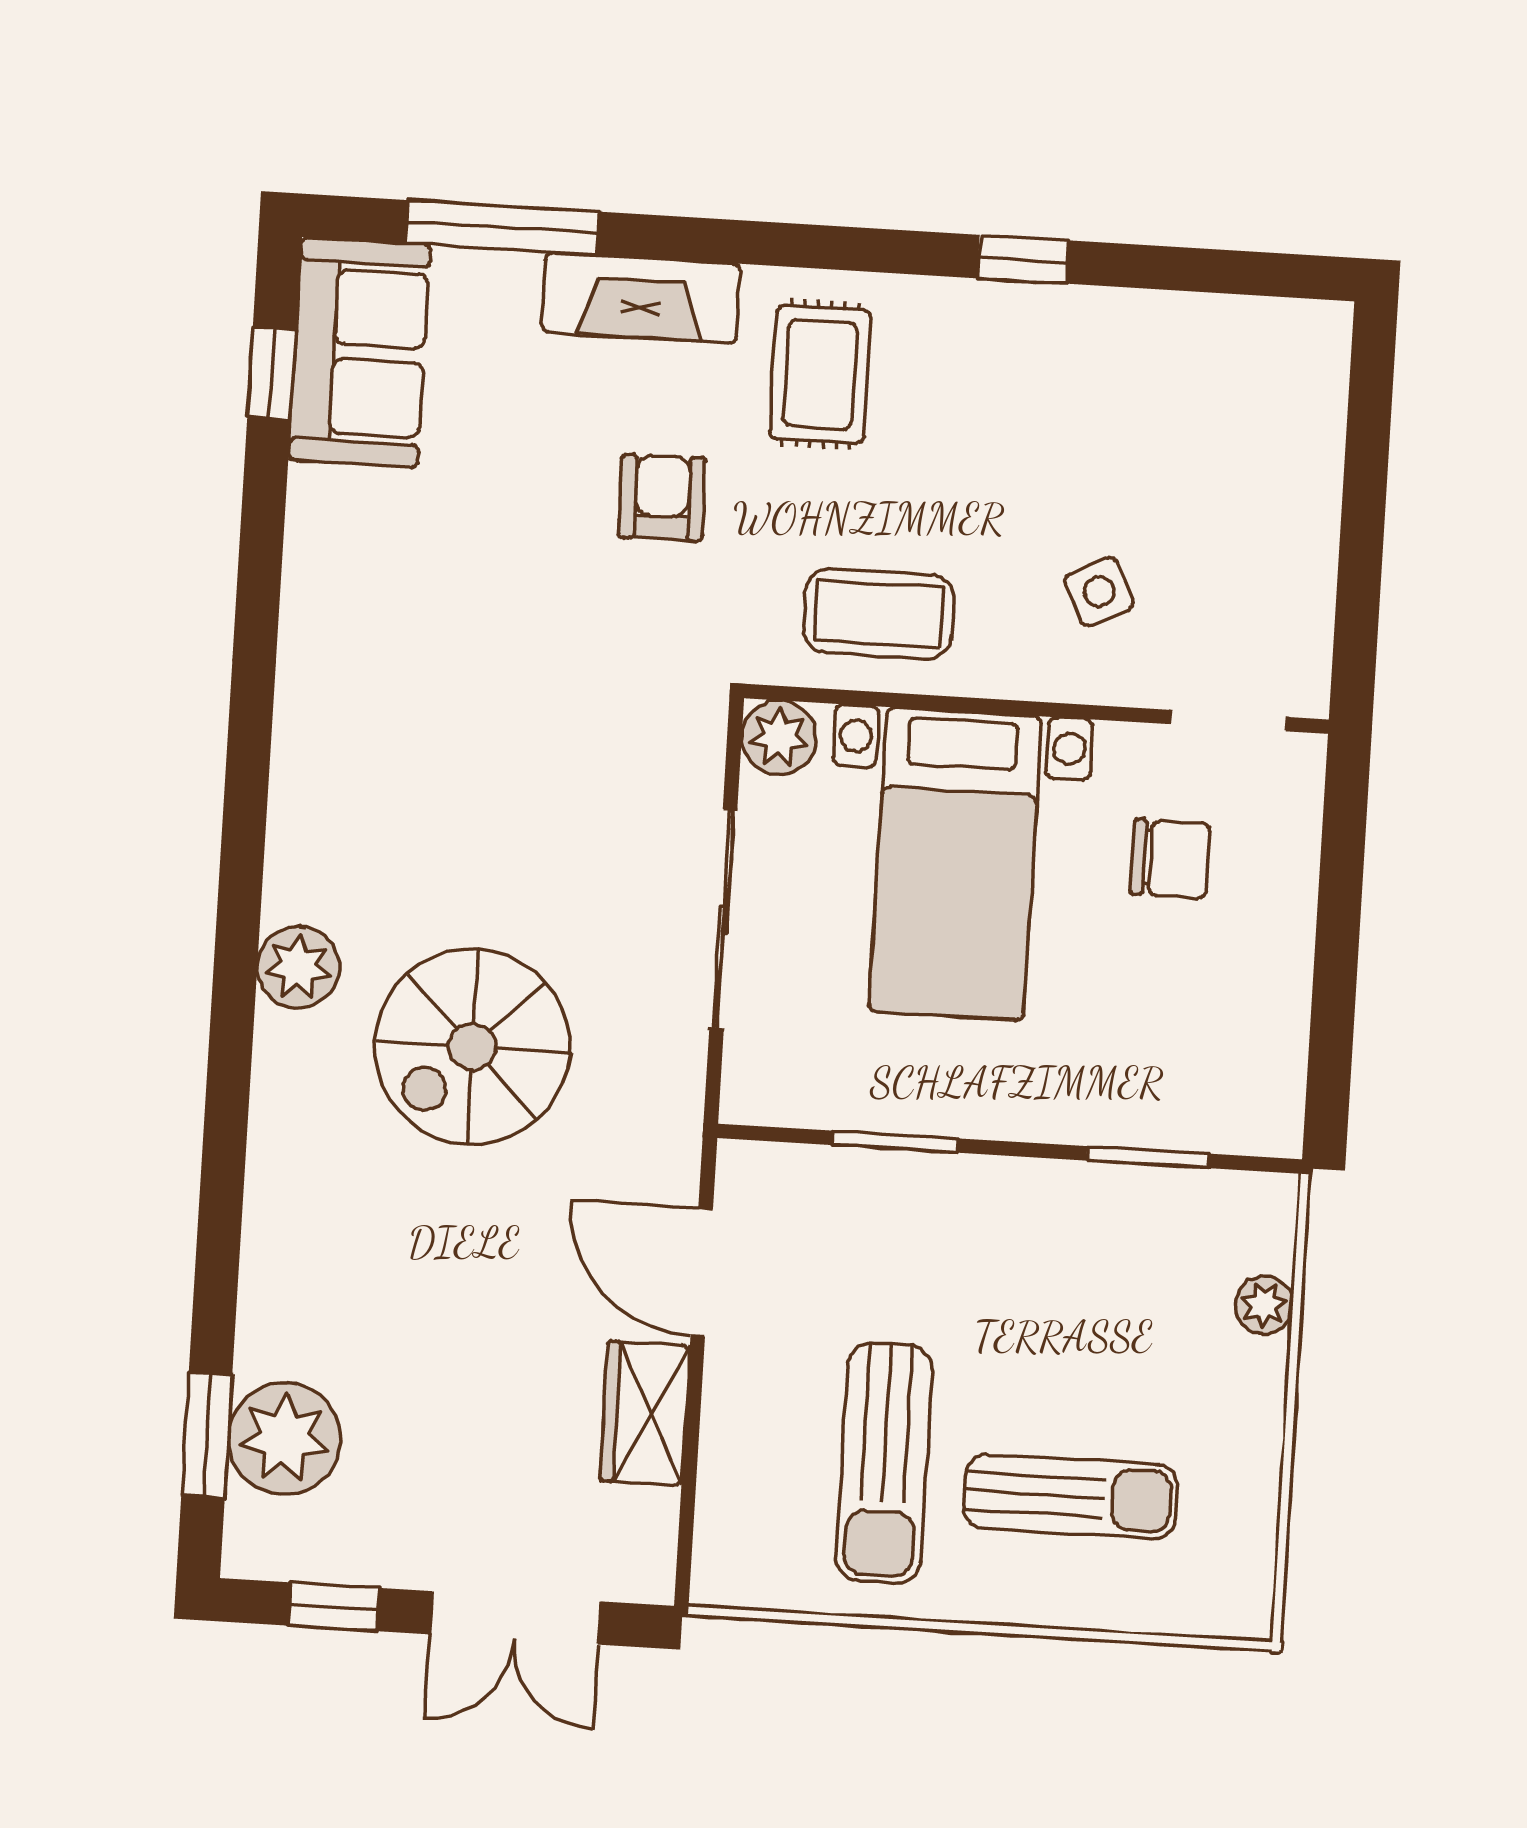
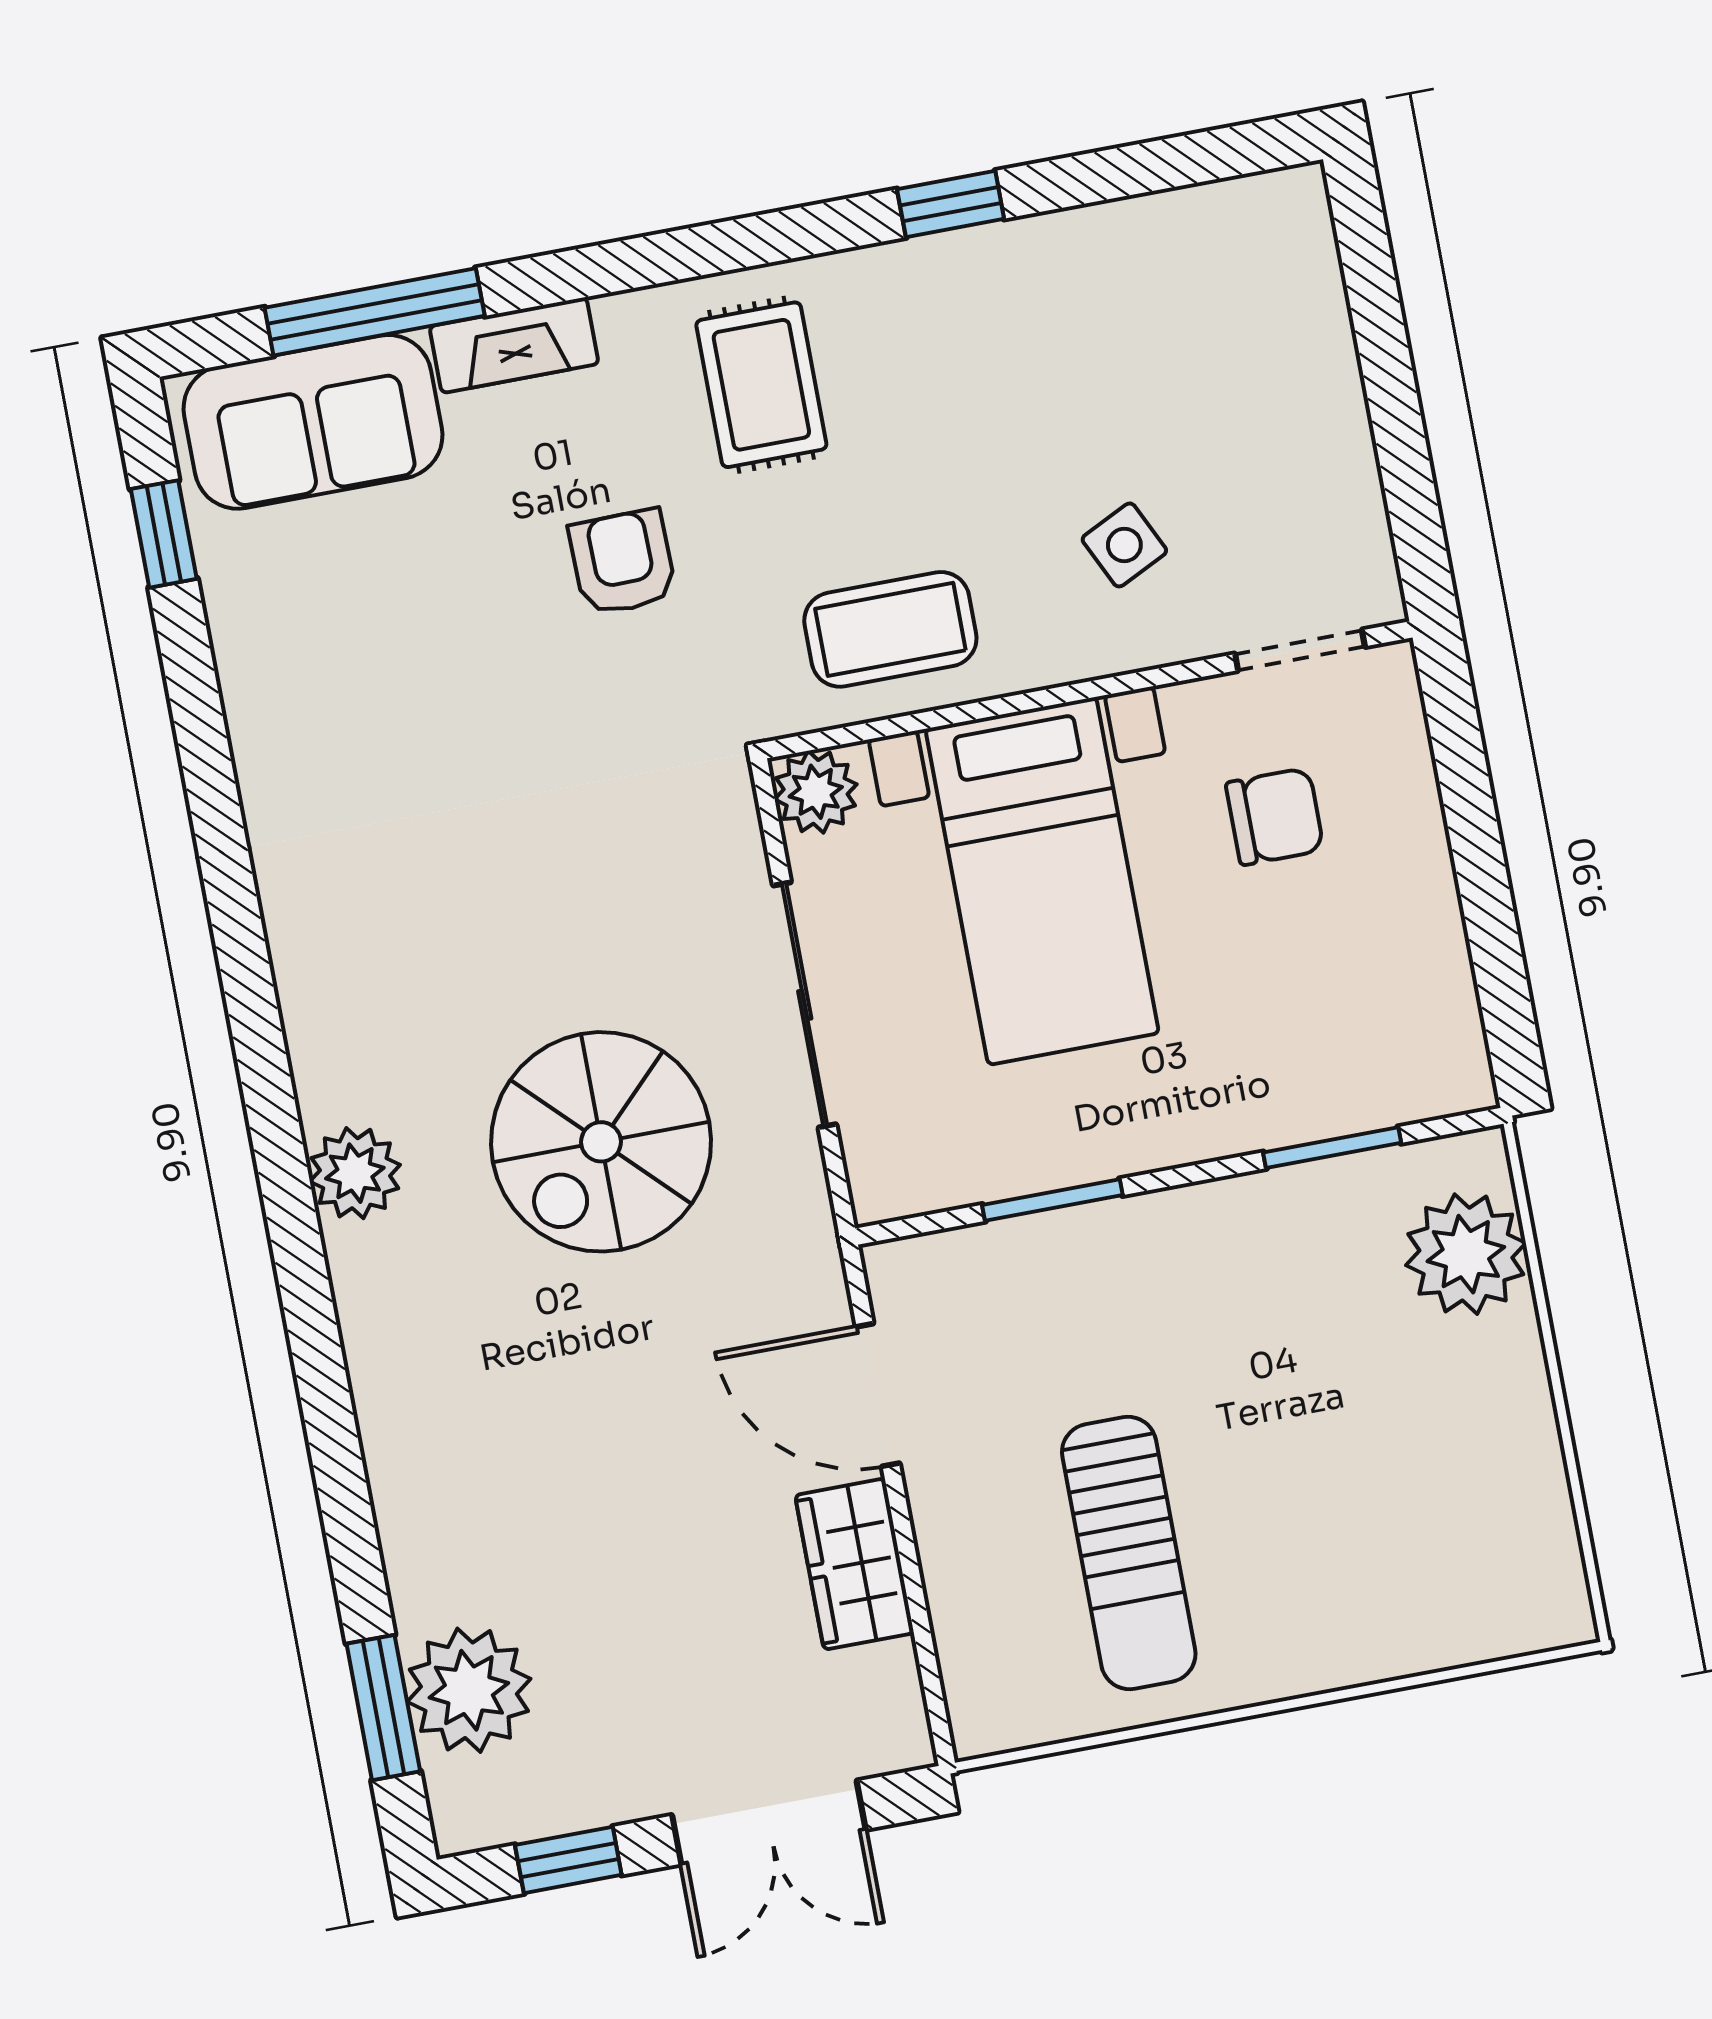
fireplace: (641, 298) -> (514, 345), width x0.73, depth x0.76
sofa: (359, 352) -> (313, 422), moved, turned 90
spiral stairs: (472, 1047) -> (601, 1142), moved
plant: (1264, 1305) -> (1466, 1254), width x1.88, depth x1.88
sun lounger: (1071, 1497) -> (1341, 1538), removed

